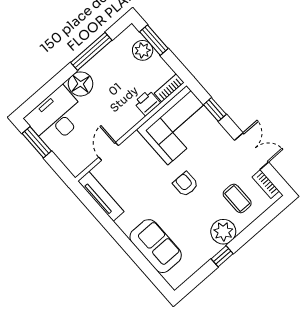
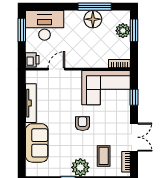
floor lamp: (81, 84) -> (93, 19), moved
printer: (147, 103) -> (32, 60), moved, turned 90
tv unit: (101, 196) -> (31, 103), moved

